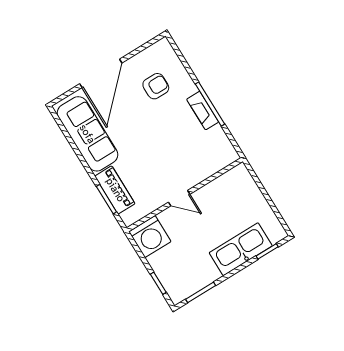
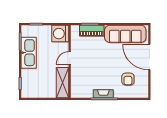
shelving: (225, 186) -> (62, 83), added
kitchen sink: (241, 249) -> (29, 53), moved

